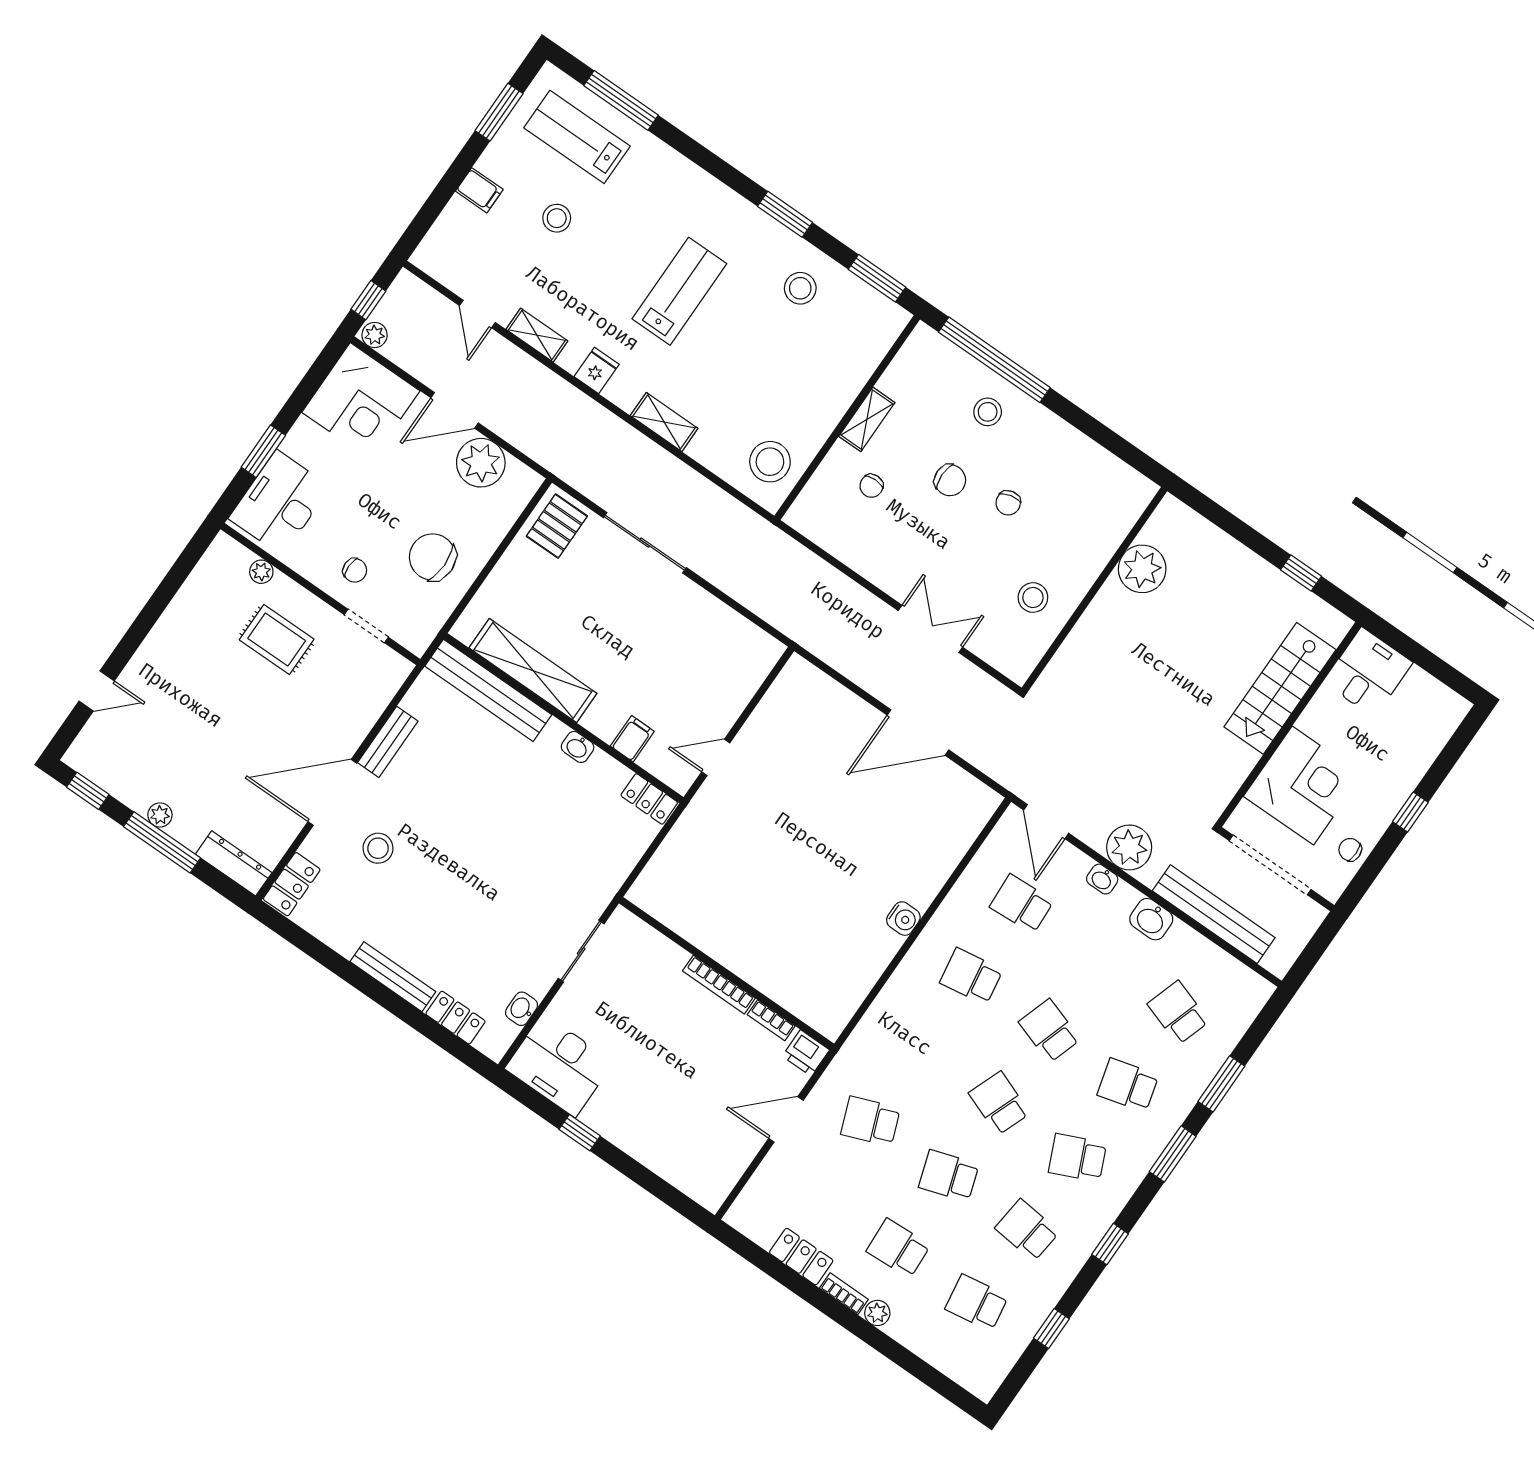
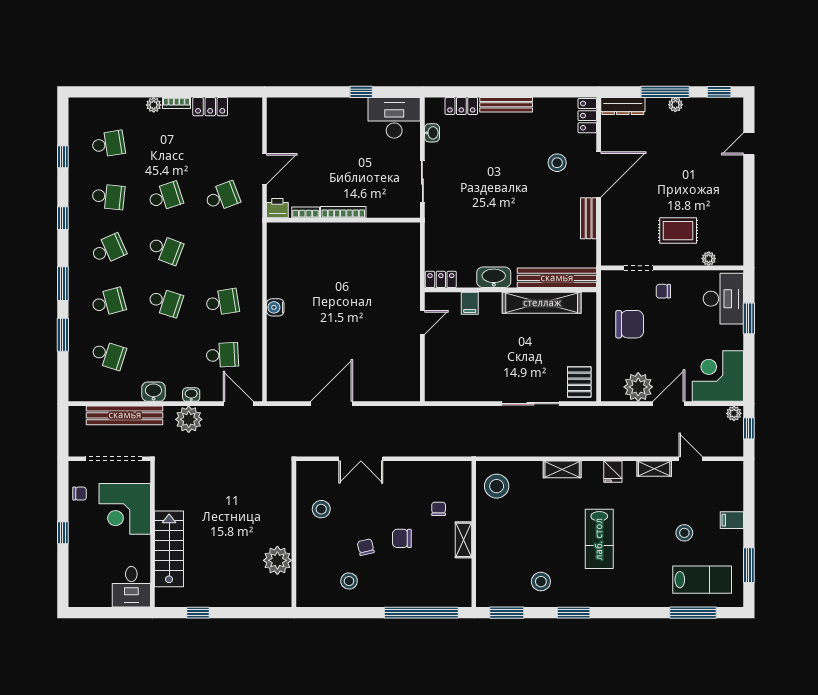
stool: (988, 412) -> (349, 581), moved
washbasin: (578, 747) -> (494, 277), width x1.91, depth x1.45
school desk: (898, 1248) -> (165, 144), removed

